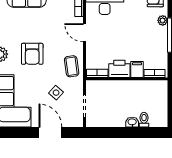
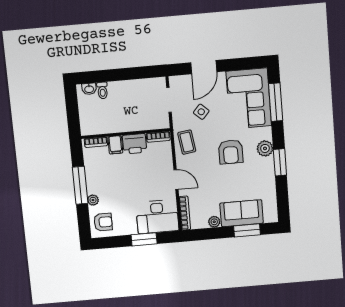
armchair: (32, 54) -> (231, 152), turned 180
washbasin: (132, 122) -> (89, 89), moved
door: (50, 133) -> (204, 67), hinge flipped

